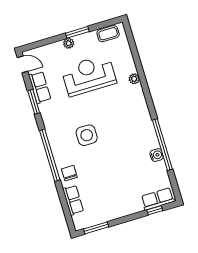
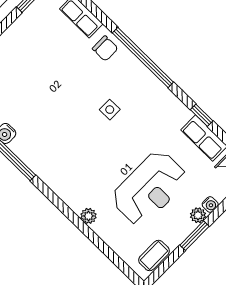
water cooler: (58, 46) -> (210, 204), added
window: (34, 102) -> (202, 115), width x0.67
side table: (87, 135) -> (110, 110), width x0.54, depth x0.54

